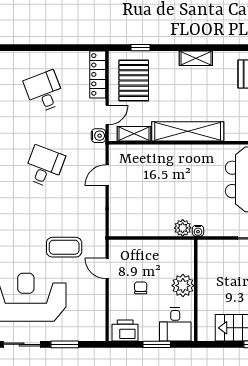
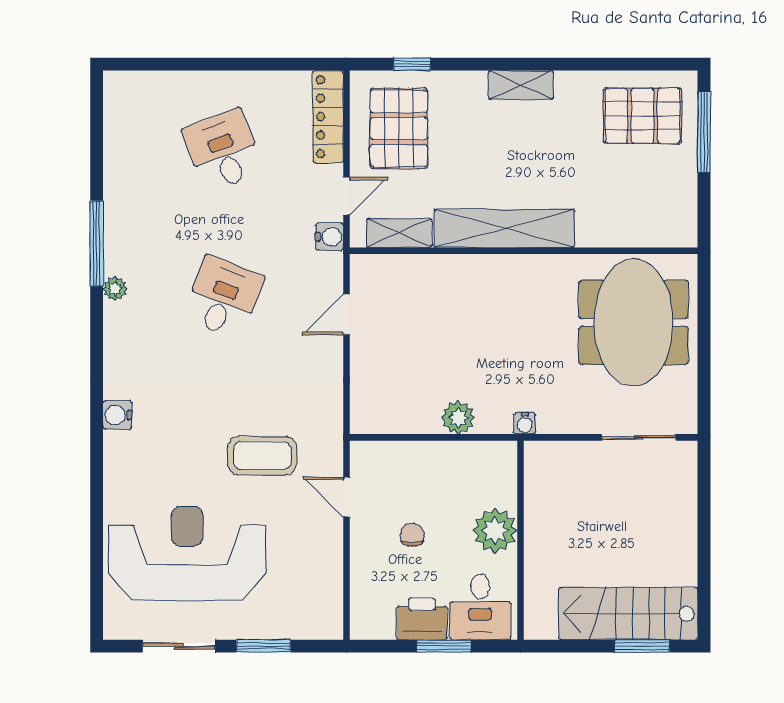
plant: (183, 228) -> (458, 418), moved
printer: (125, 331) -> (422, 619), moved

